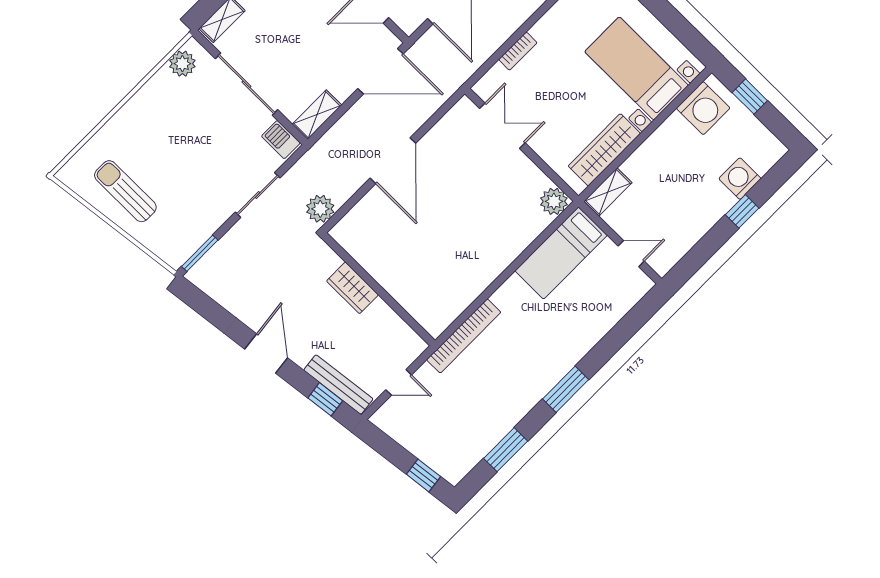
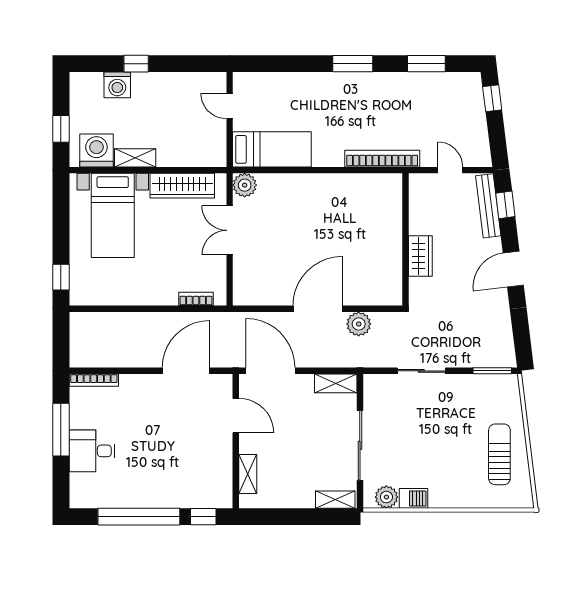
bookcase: (518, 51) -> (196, 299), moved
double door: (502, 126) -> (230, 230), moved
barbecue: (281, 140) -> (414, 498), moved, turned -90
sun lounger: (125, 191) -> (499, 454), turned 180
shelving: (608, 192) -> (135, 158), moved
plant: (320, 209) -> (359, 324), moved

